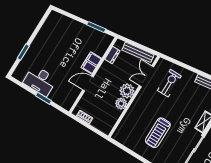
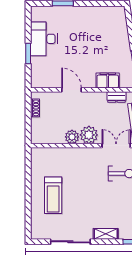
filing cabinet: (91, 63) -> (108, 80), moved
treadmill: (158, 133) -> (53, 195), moved, turned -90

